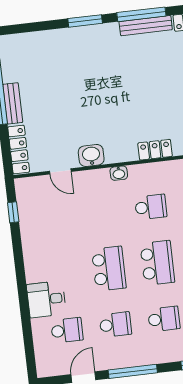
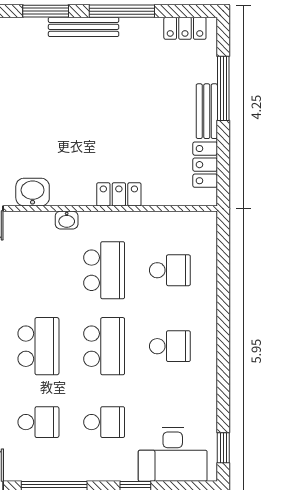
bench: (146, 26) -> (84, 27), moved
school desk: (151, 207) -> (104, 270), width x1.85

